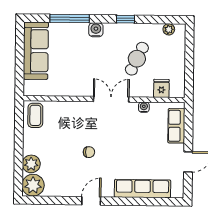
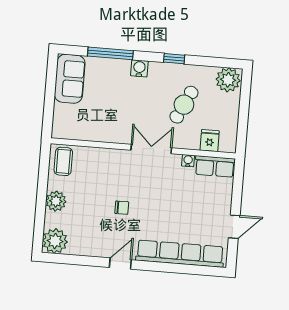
plant: (169, 29) -> (228, 80), width x1.87, depth x1.87
sofa: (36, 51) -> (70, 79), width x0.73
row of seats: (176, 126) -> (215, 166), moved, turned -90
plant: (31, 164) -> (56, 201), moved
row of seats: (142, 189) -> (180, 254), width x1.36

